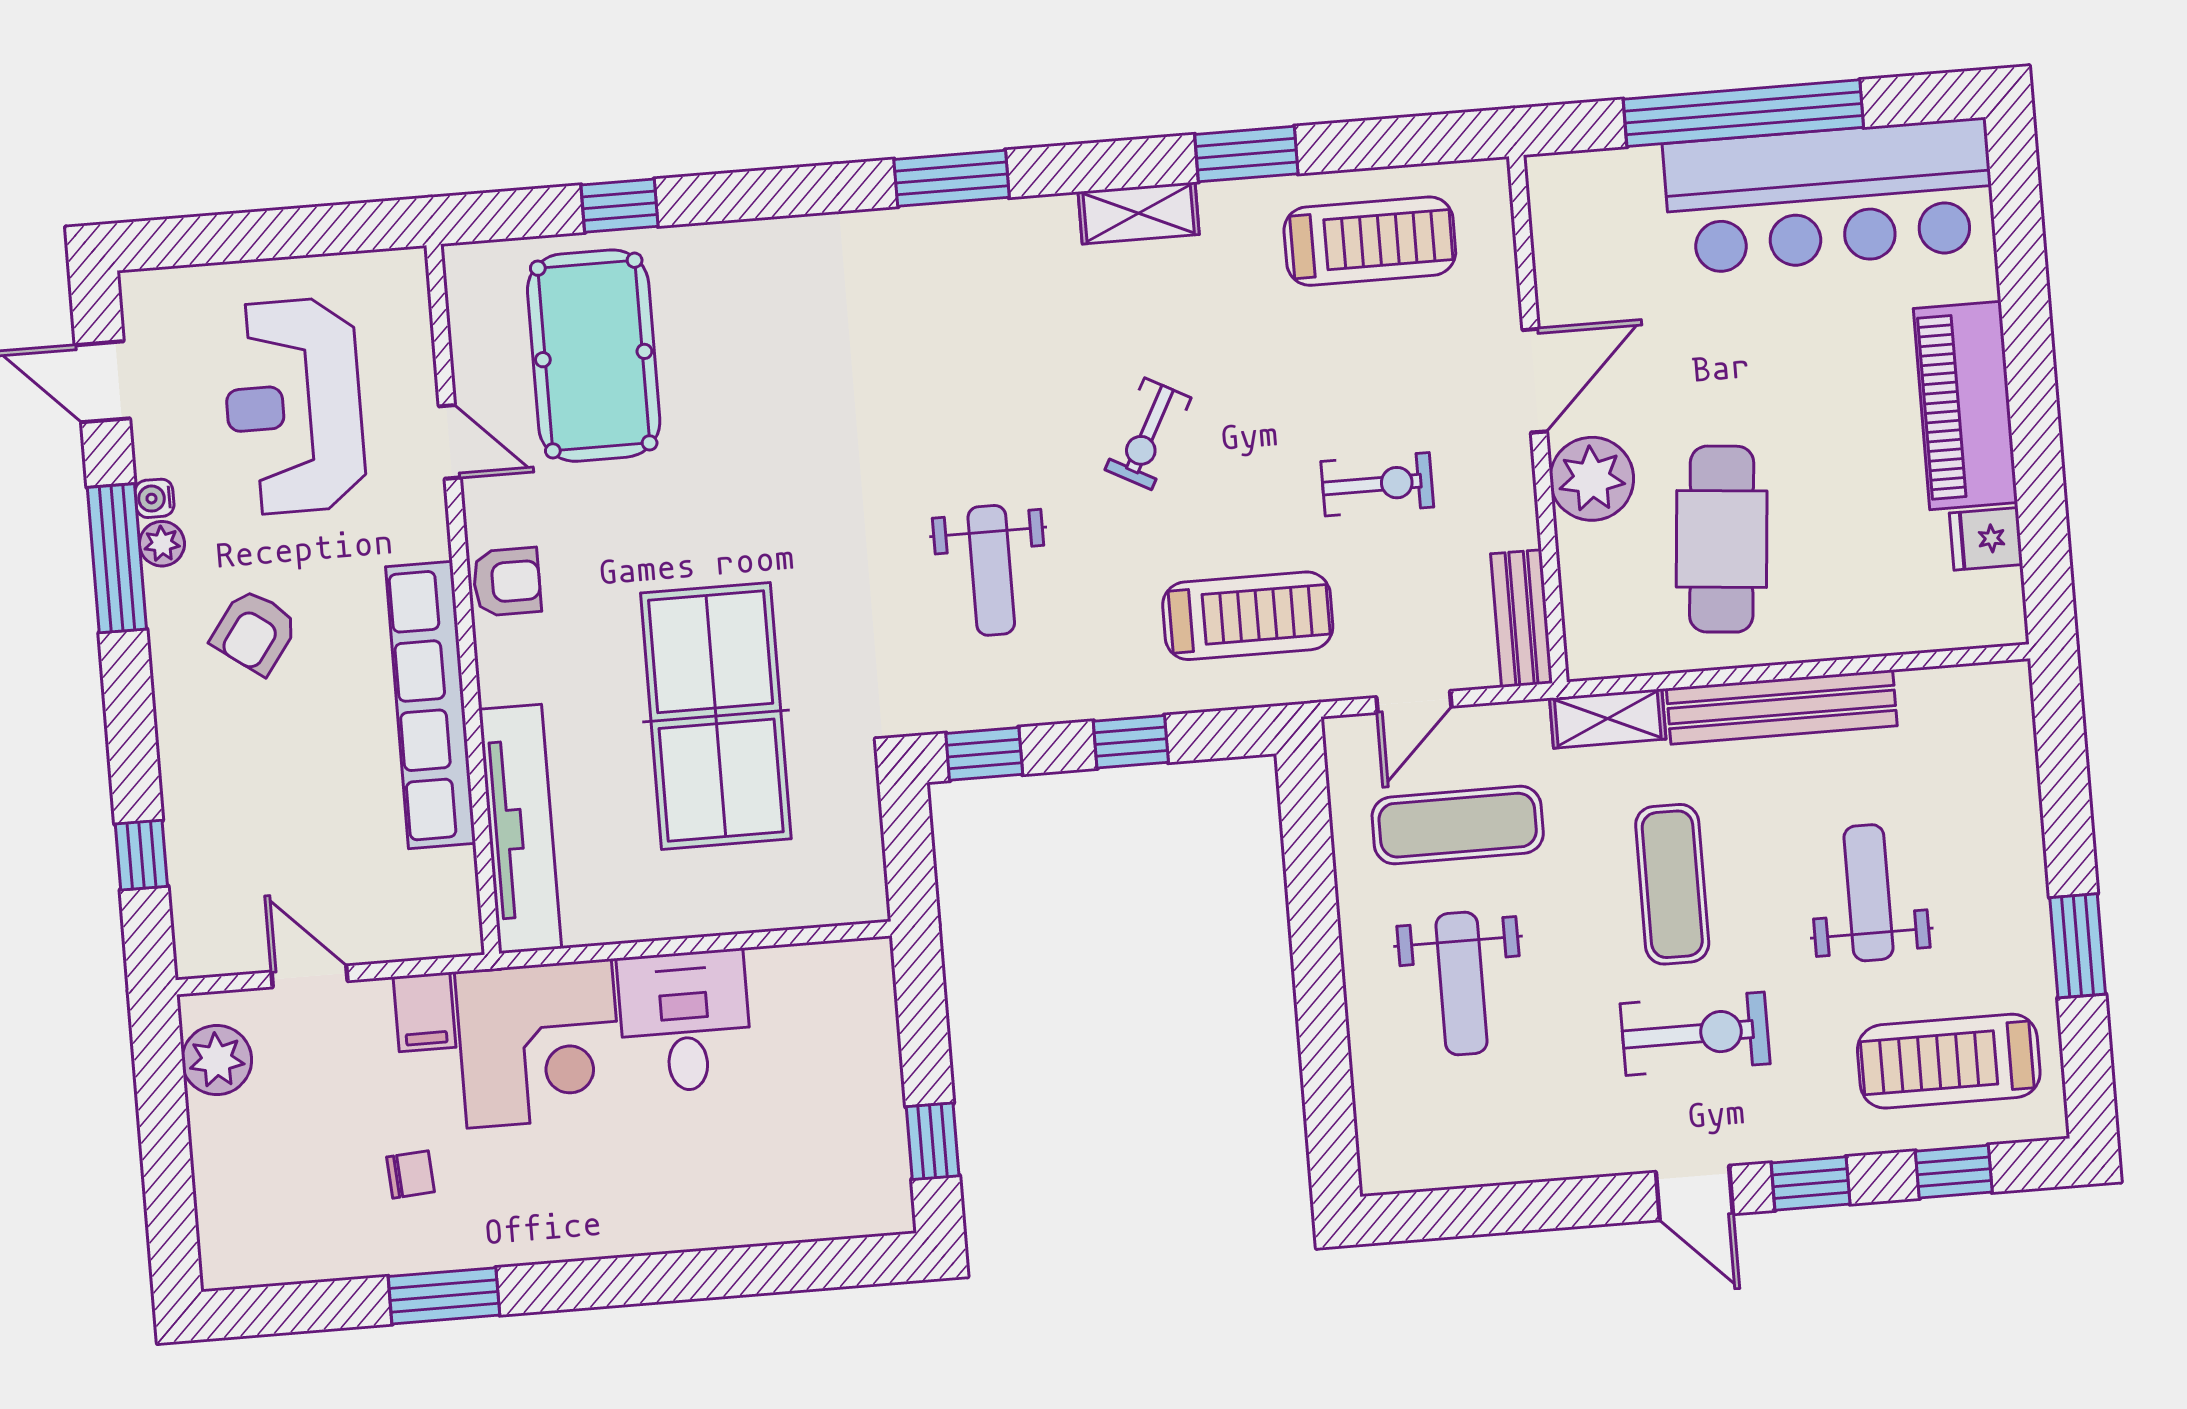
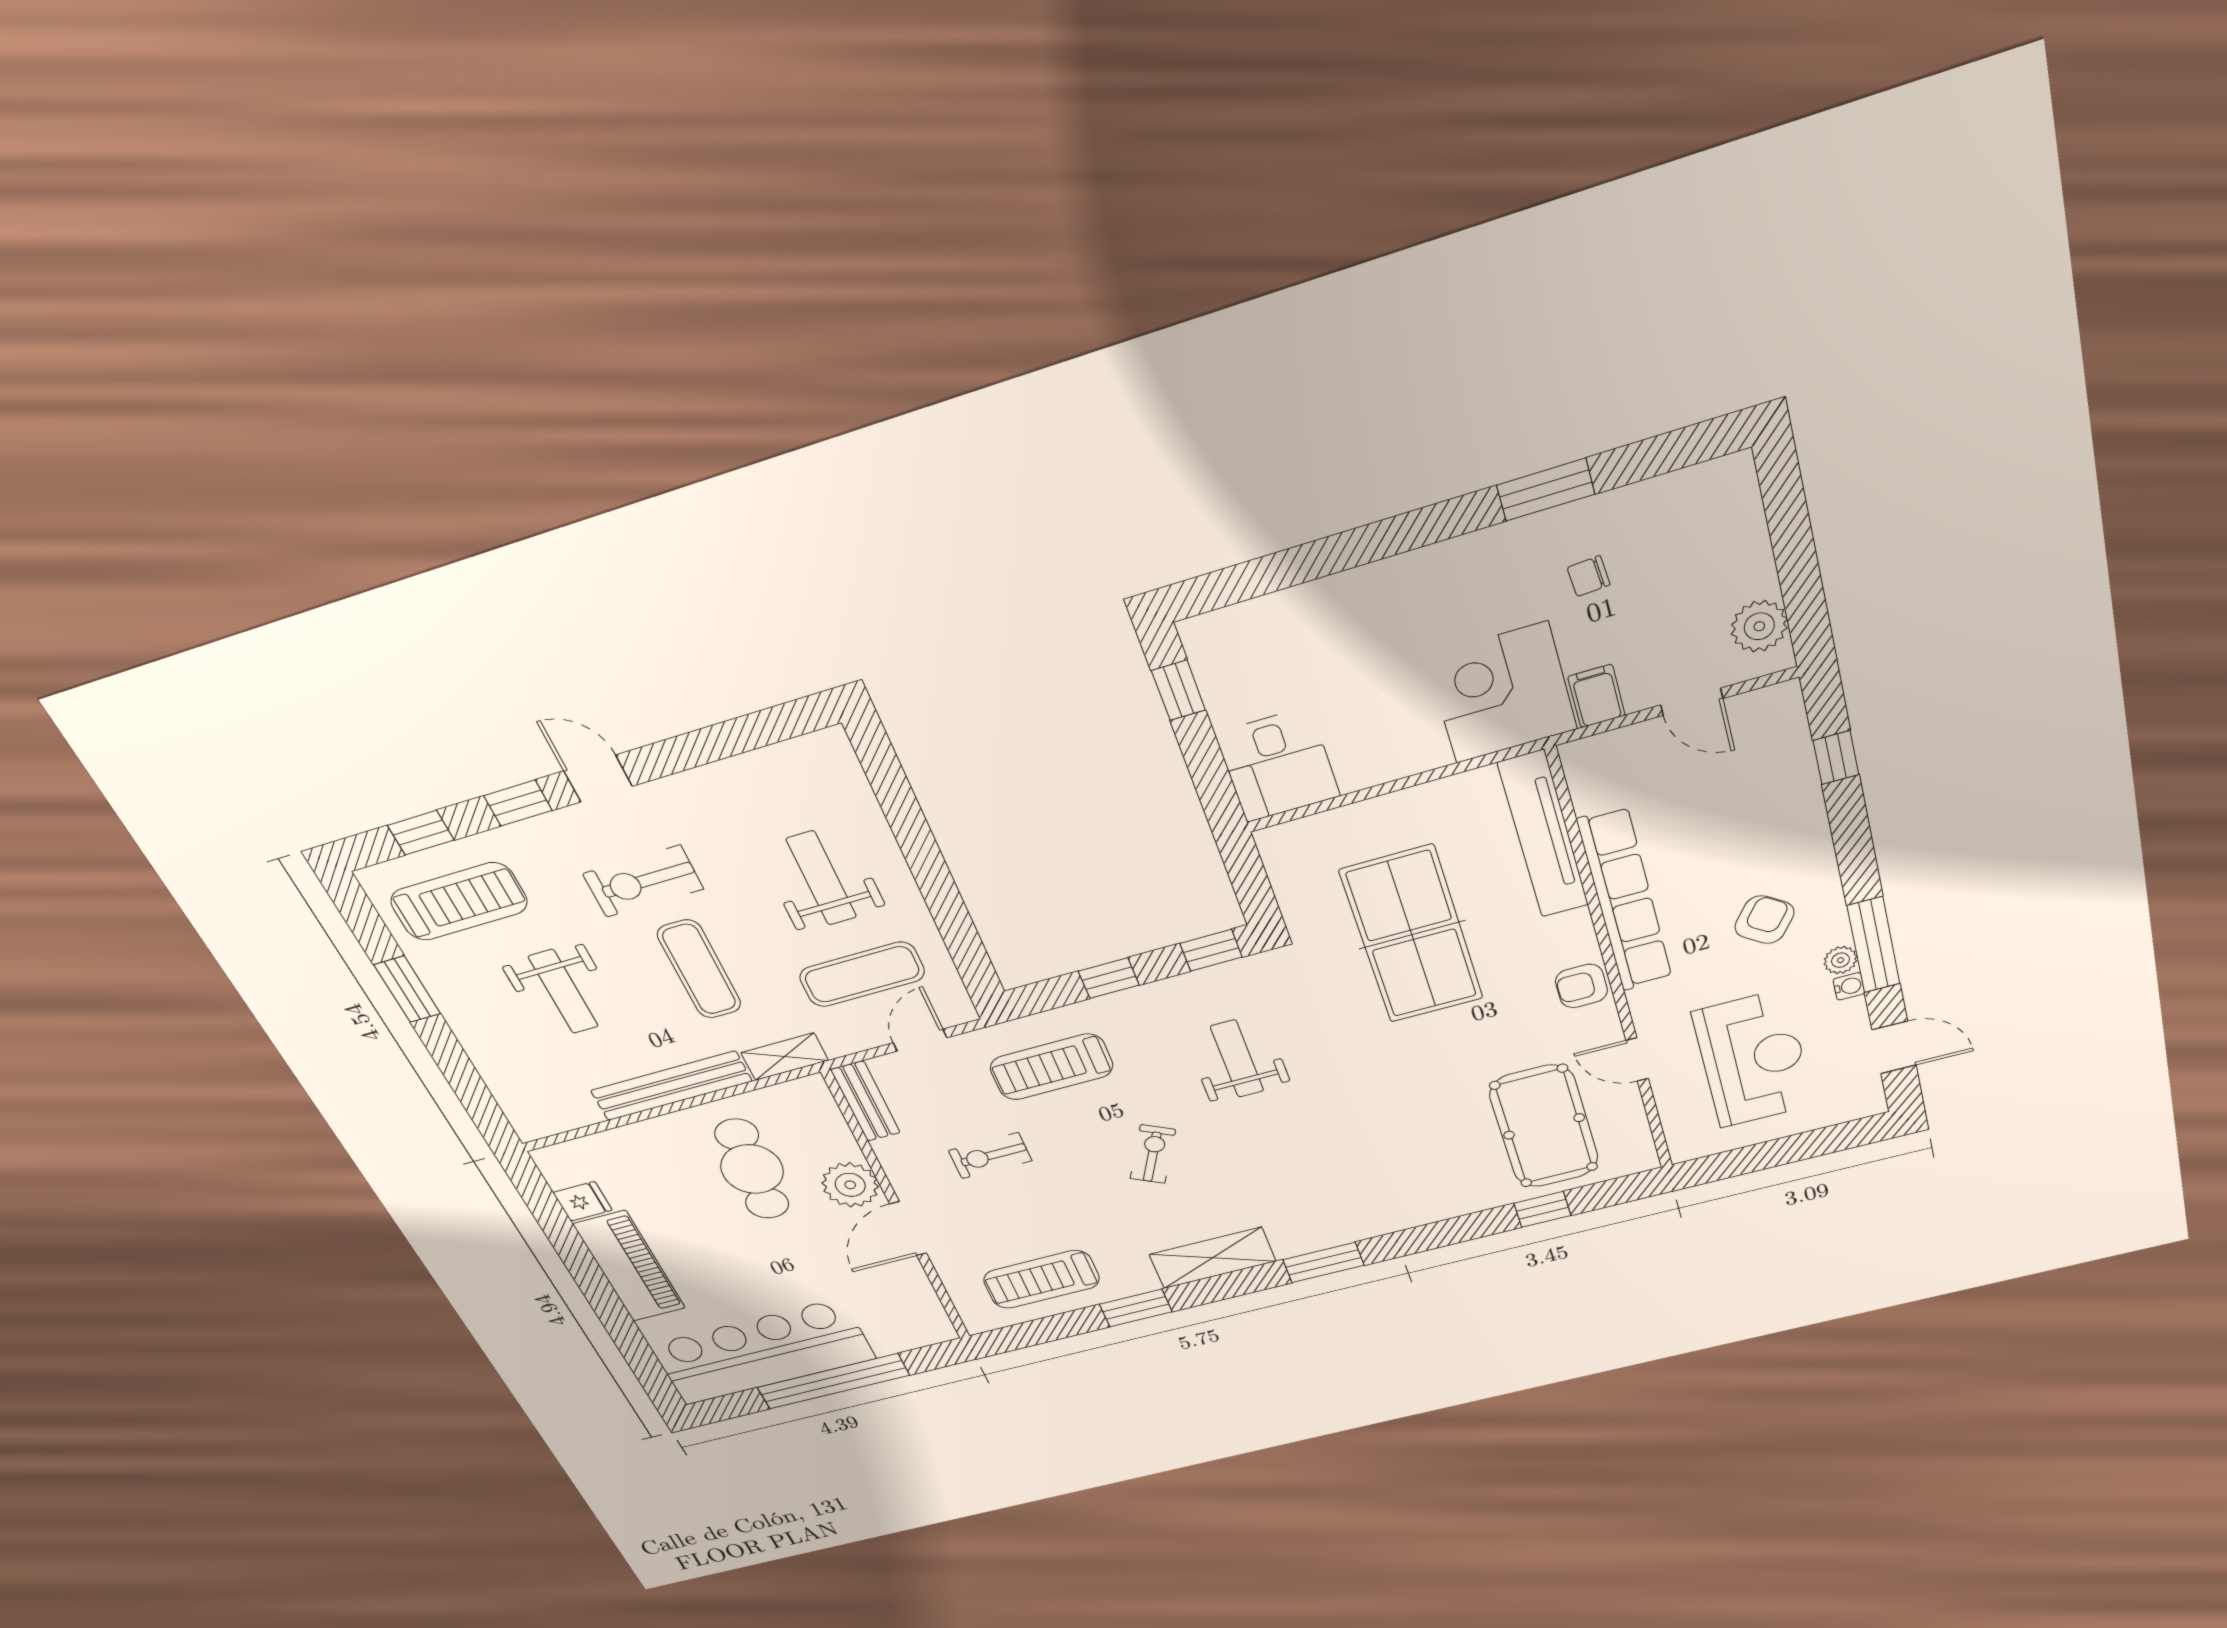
shelving: (1139, 213) -> (1212, 1258), width x1.50, depth x1.33
desk: (685, 1021) -> (1278, 765), moved

